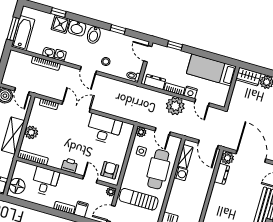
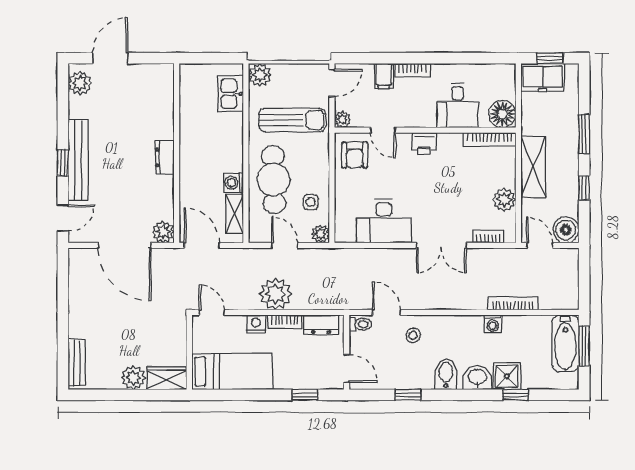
washbasin: (49, 53) -> (513, 323), removed
door: (88, 70) -> (387, 312), moved
door: (202, 103) -> (212, 312), moved
plant: (31, 132) -> (504, 200), moved
dresser: (222, 174) -> (165, 157), moved
floor lamp: (17, 186) -> (502, 114), moved

